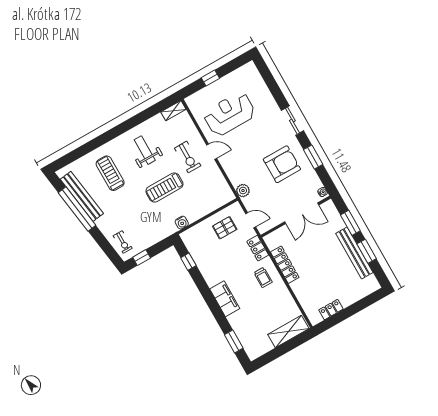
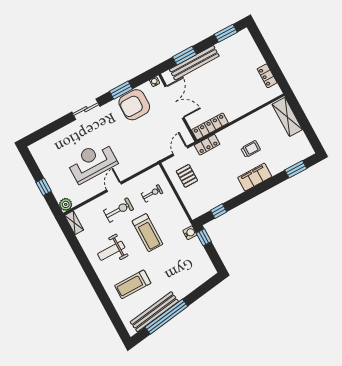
reception desk: (229, 114) -> (92, 162), moved, turned 90
armchair: (282, 164) -> (134, 105), moved, turned -90
plant: (243, 191) -> (66, 204), moved
water cooler: (182, 223) -> (190, 233), moved
exercise bike: (123, 242) -> (152, 193), moved
window: (367, 251) -> (226, 33), moved
bench: (354, 253) -> (194, 63), moved
window: (142, 258) -> (204, 237), moved
locker: (285, 265) -> (210, 126), moved
trolley: (263, 277) -> (251, 149), moved

